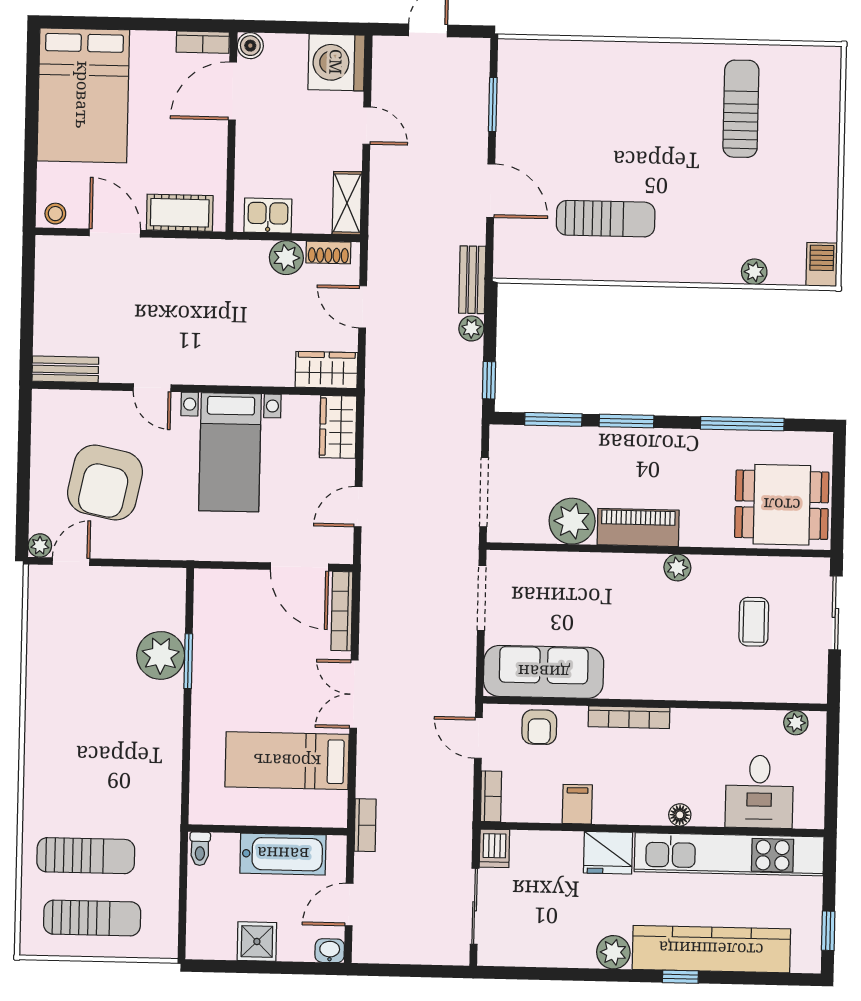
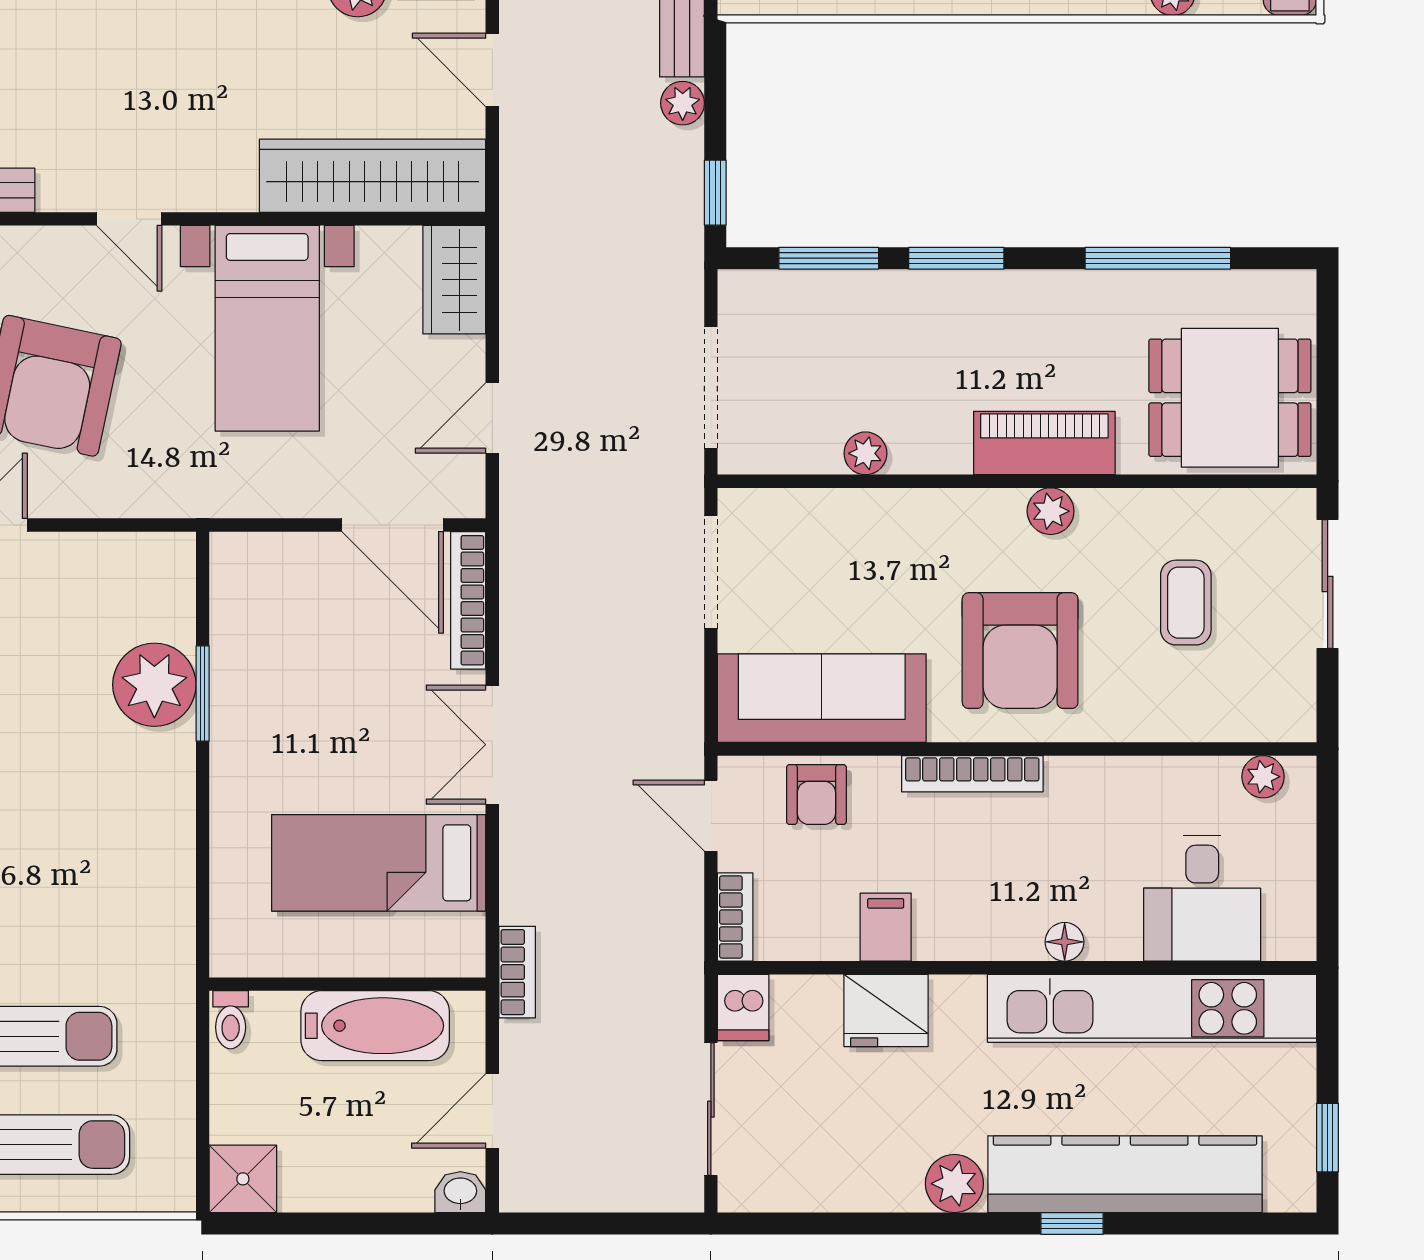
wardrobe: (326, 370) -> (373, 176), width x2.10, depth x1.17
plant: (572, 521) -> (865, 453), width x0.53, depth x0.53
piano: (638, 527) -> (1044, 443), moved
armchair: (658, 647) -> (1020, 651), added
fridge: (608, 853) -> (886, 1010), moved
shower: (257, 941) -> (243, 1179), moved

